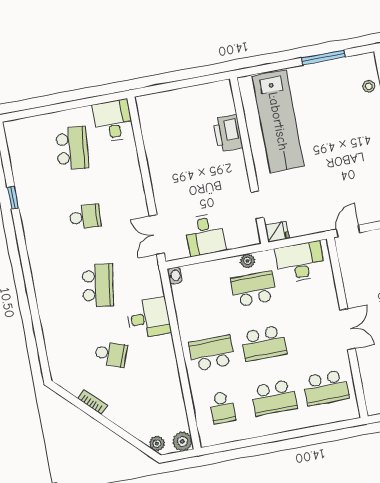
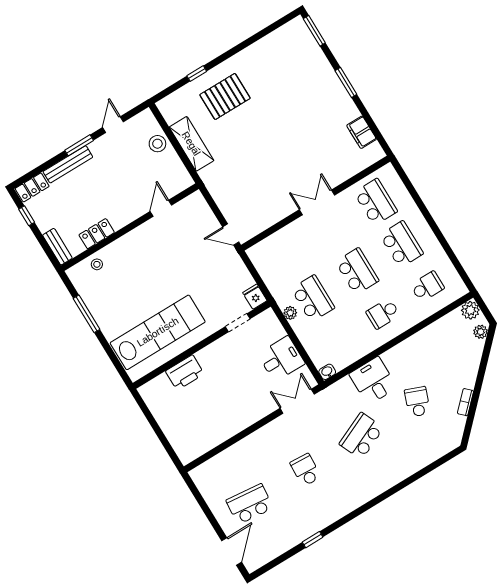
door: (32, 113) -> (232, 551), added
desk: (113, 121) -> (212, 477), removed
double door: (157, 235) -> (297, 401), swing flipped
desk: (300, 262) -> (274, 266), removed
school desk: (98, 285) -> (361, 436), turned -33
school desk: (254, 289) -> (313, 298), turned 180
school desk: (212, 353) -> (383, 314), width x0.54

